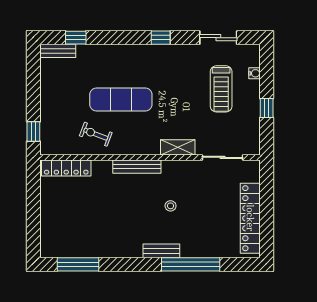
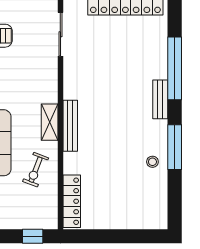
shelving: (178, 147) -> (50, 122), moved
stool: (171, 206) -> (152, 162), moved
window: (78, 264) -> (175, 147), moved

